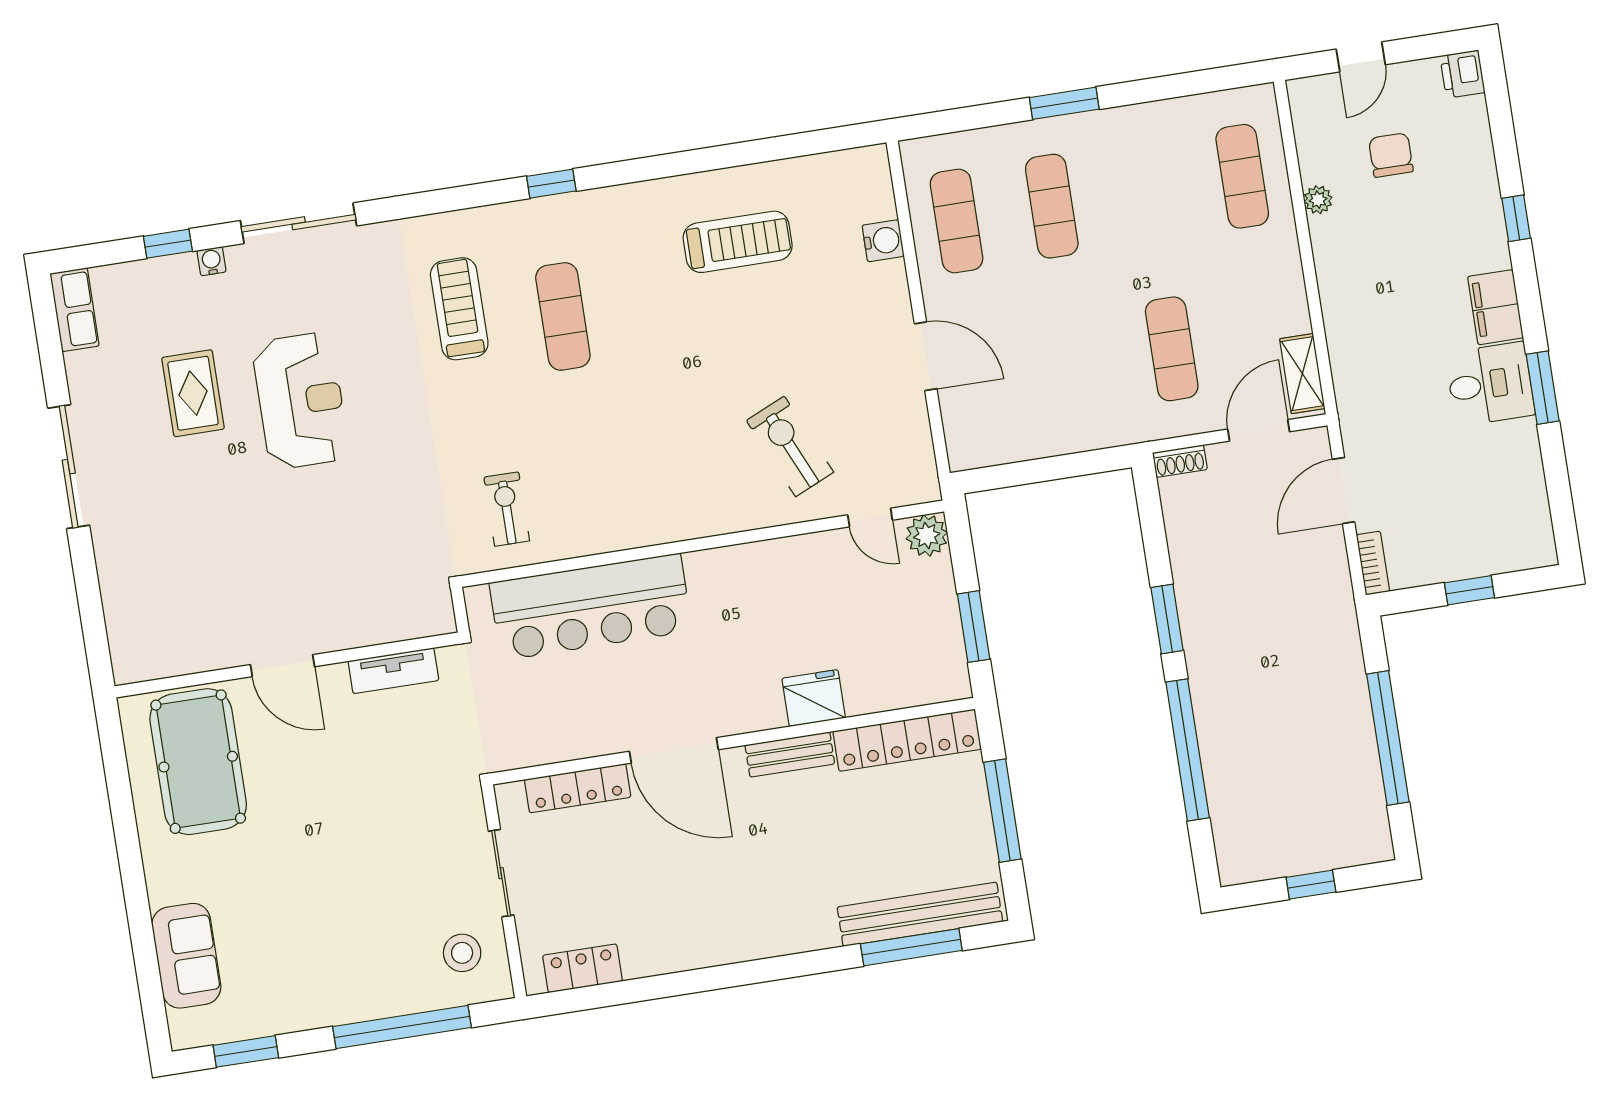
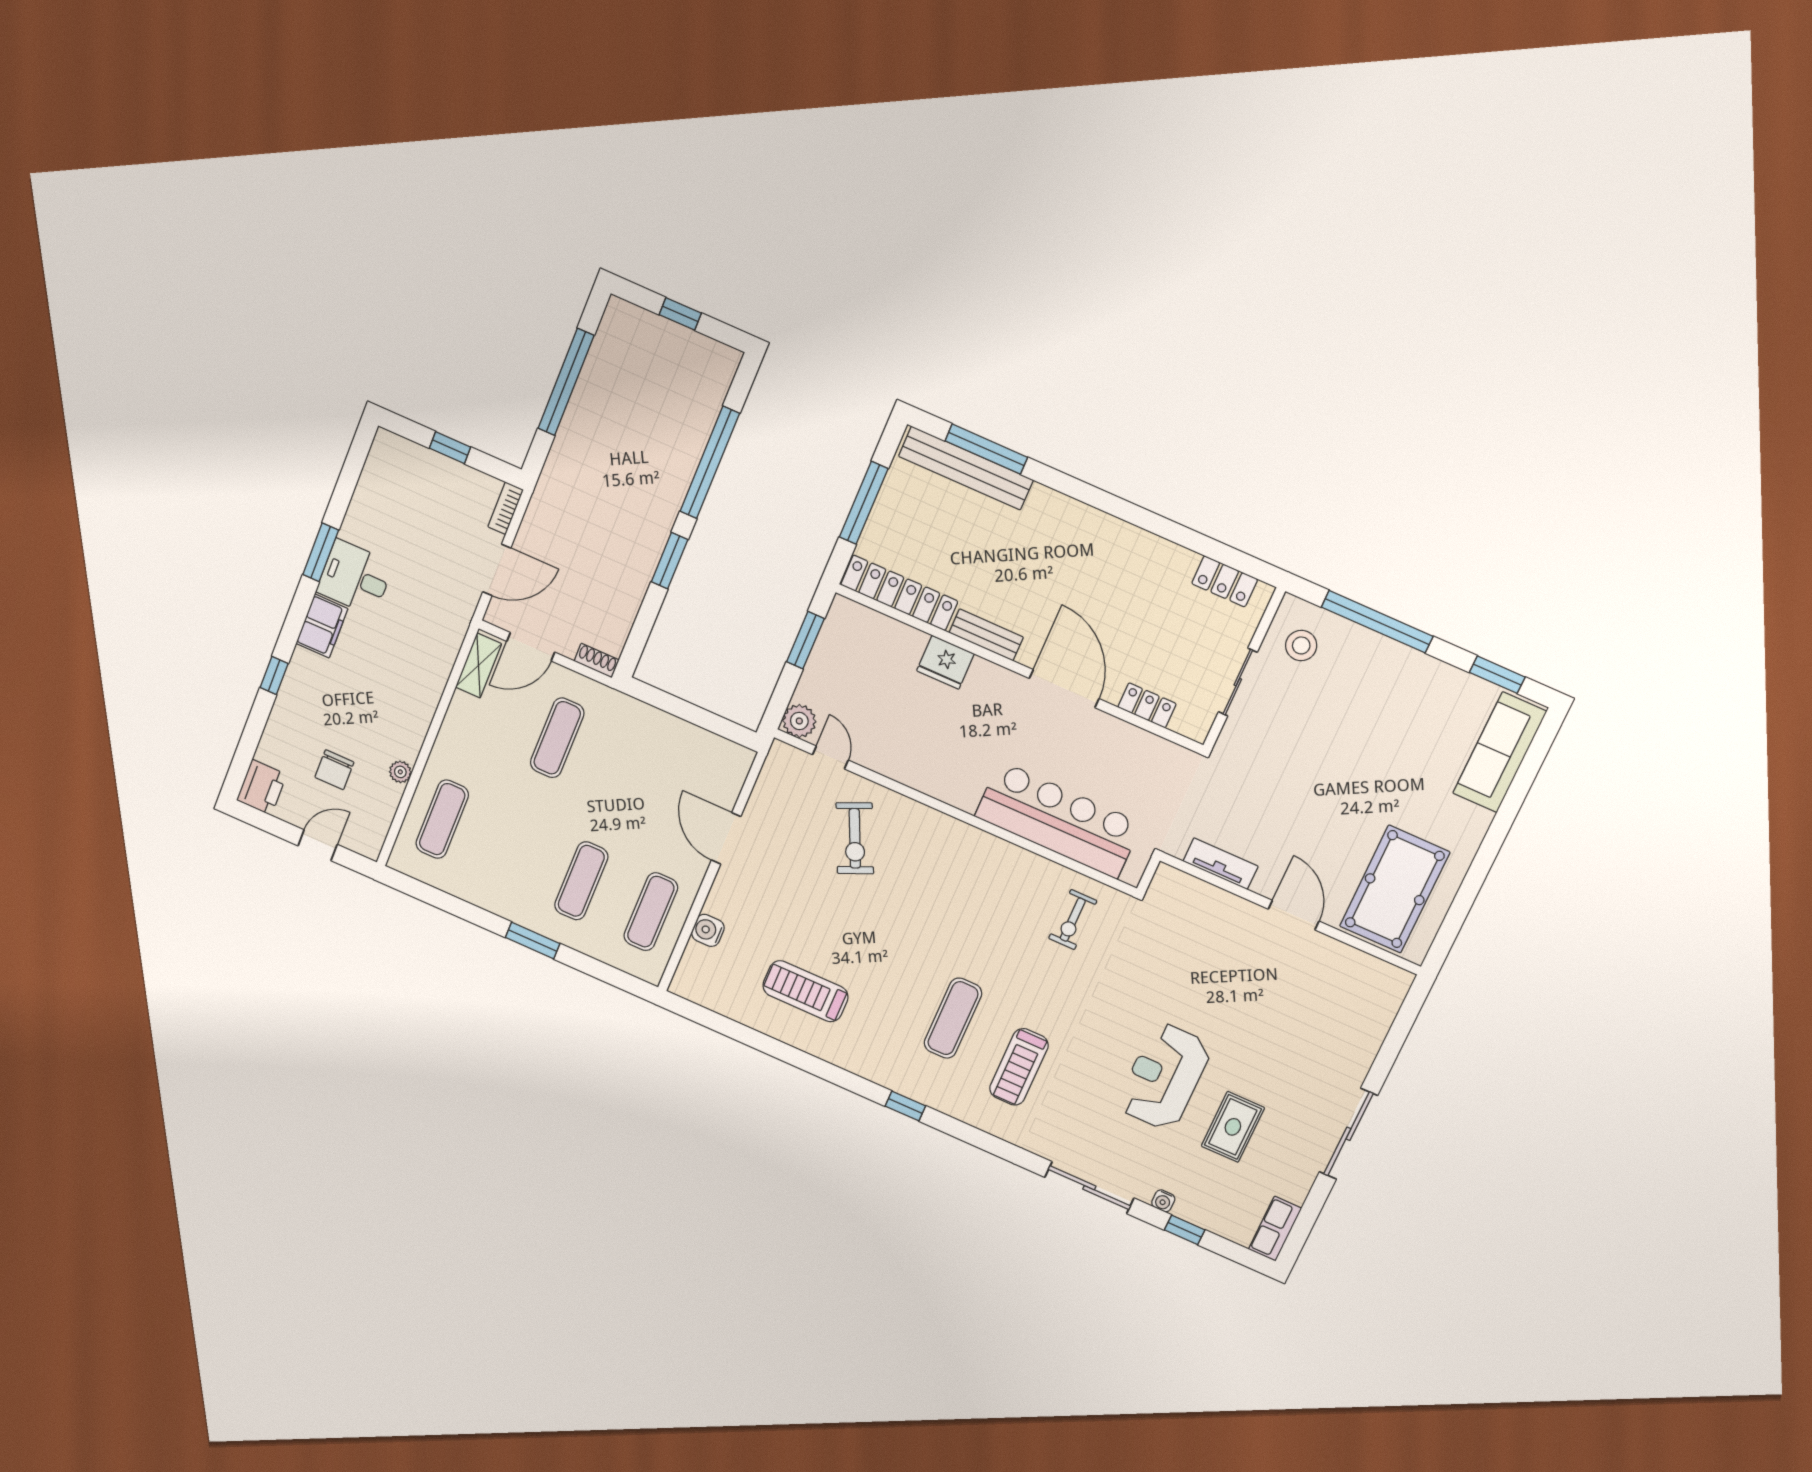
printer: (1462, 74) -> (262, 787), width x1.36, depth x1.24
locker: (578, 788) -> (1147, 705), width x0.66
sofa: (186, 956) -> (1500, 752), width x1.36

